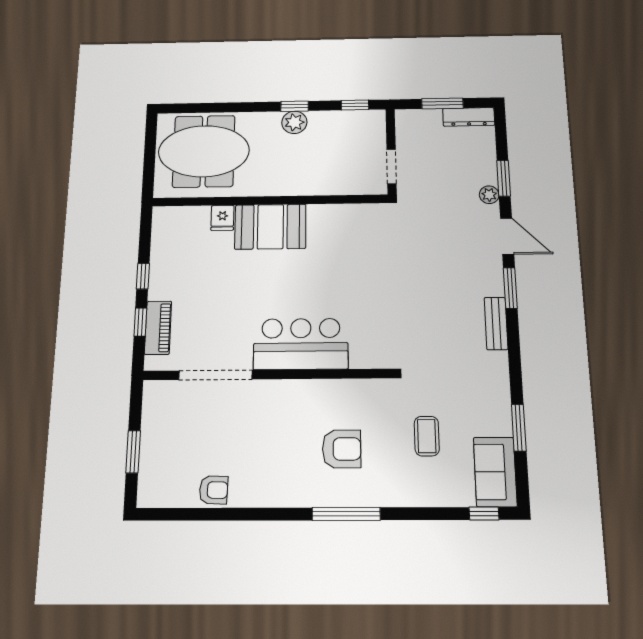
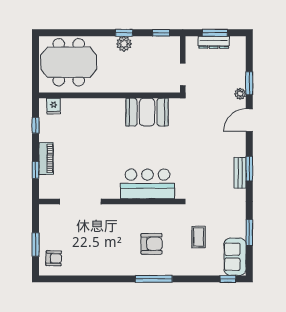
dresser: (469, 117) -> (214, 42), moved
fridge: (222, 218) -> (54, 106), moved
booth: (270, 227) -> (147, 112), moved
door: (507, 236) -> (249, 120), swing flipped
window: (143, 276) -> (36, 125), moved
window: (510, 288) -> (249, 169), moved
piano: (158, 328) -> (46, 158), moved
bar counter: (301, 344) -> (147, 184), moved
armchair: (214, 490) -> (54, 258), moved

